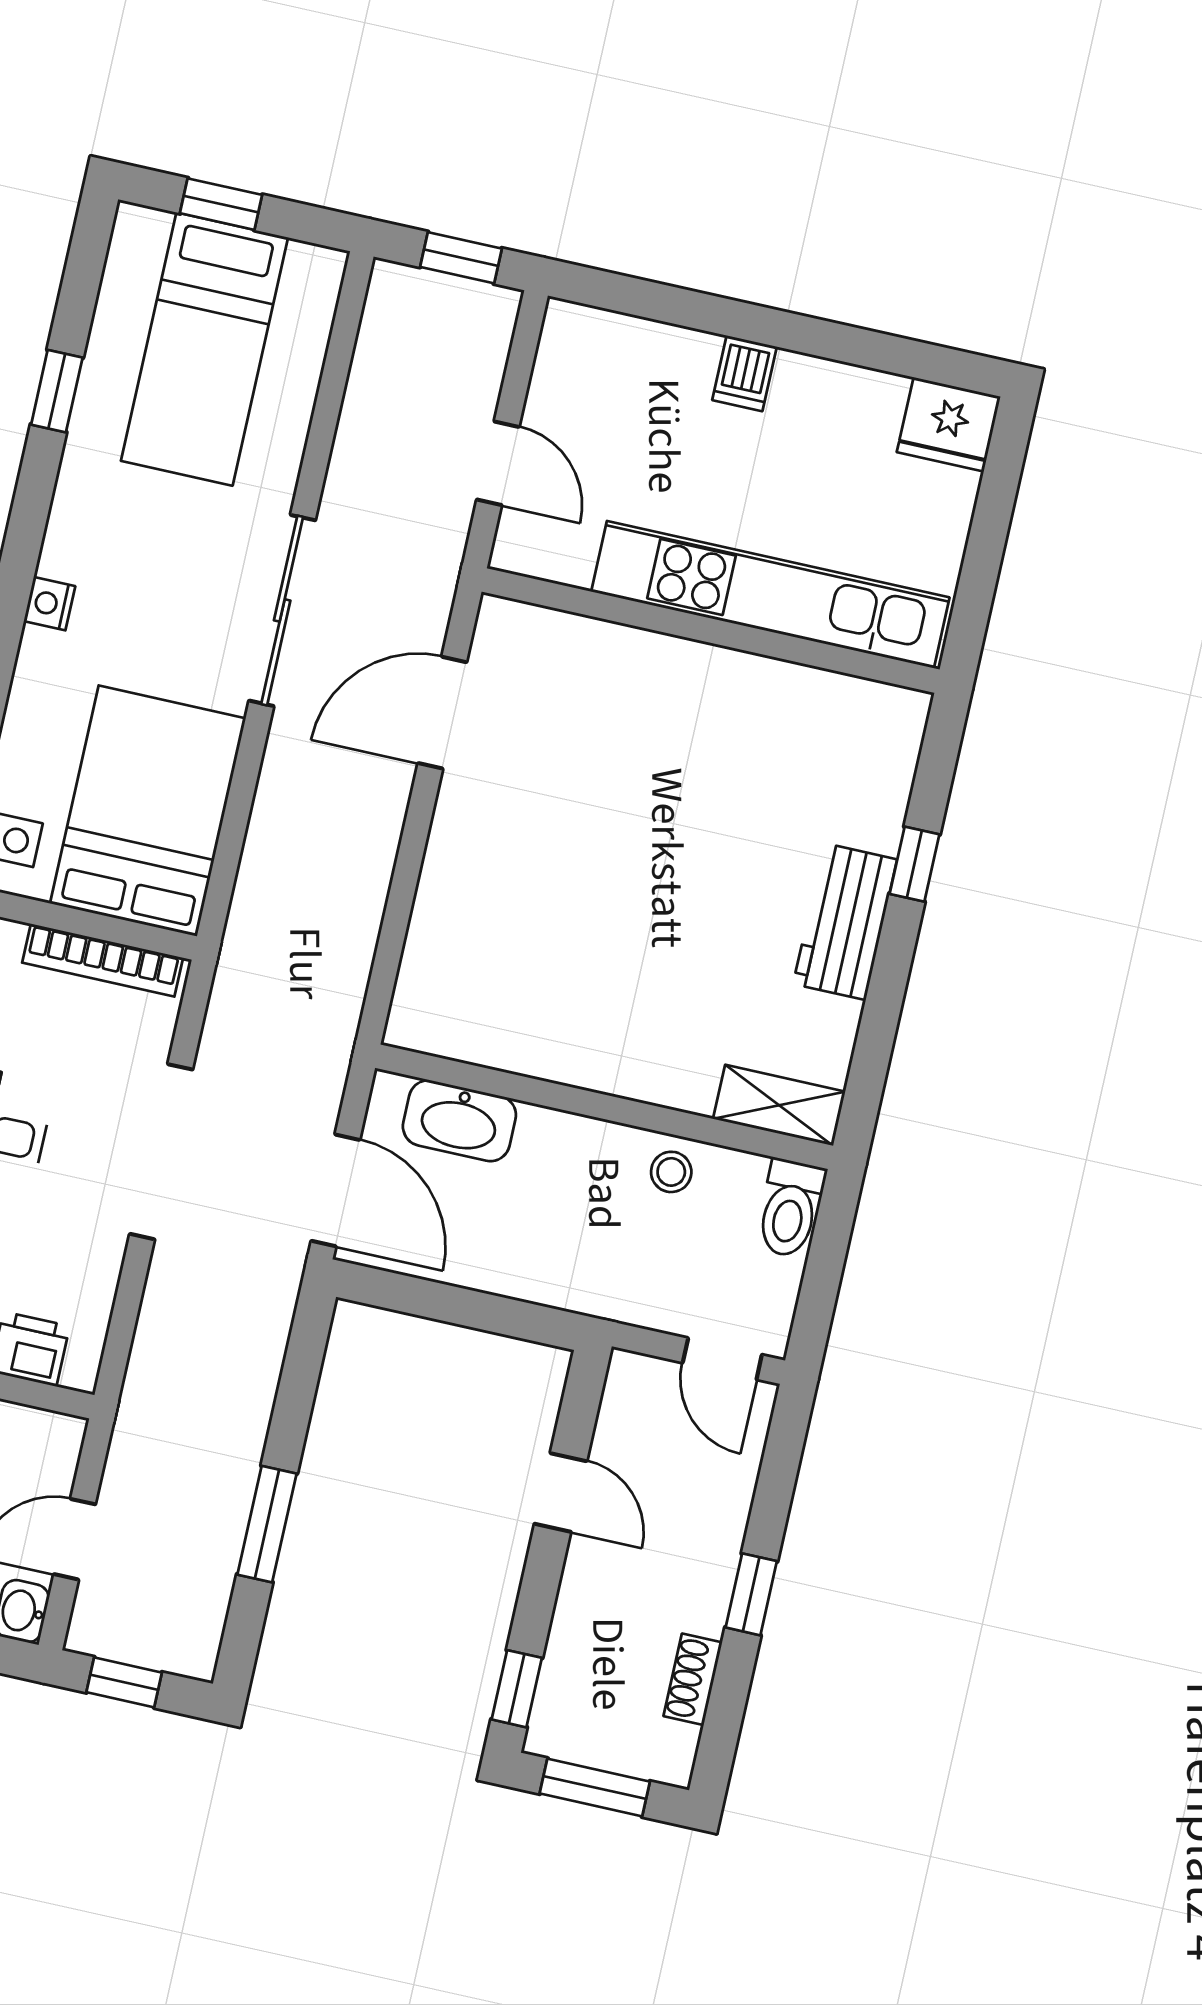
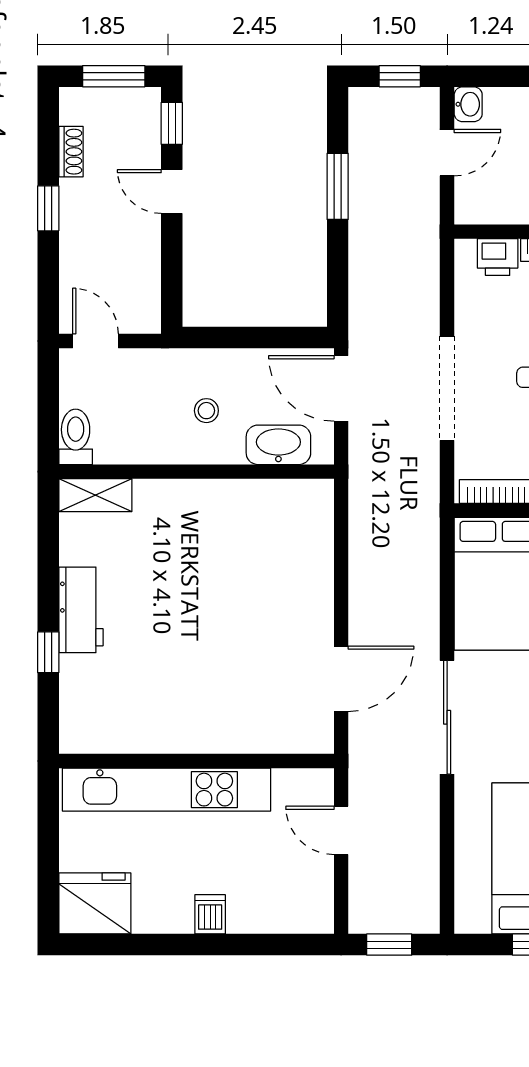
fridge: (949, 424) -> (95, 903), width x1.36, depth x1.34
stool: (671, 1172) -> (206, 411), moved
door: (561, 1492) -> (172, 191), moved

